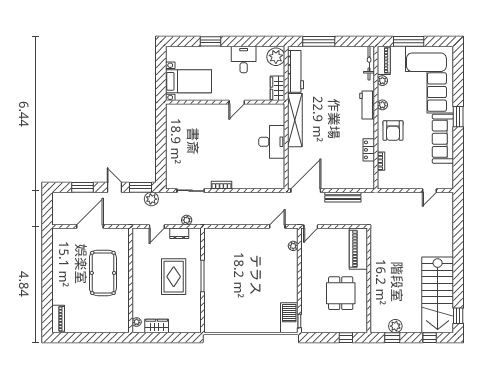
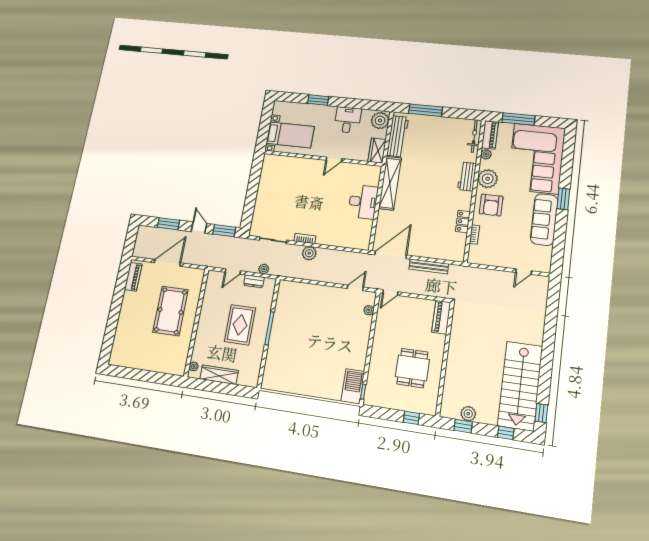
plant: (382, 105) -> (488, 179), width x1.87, depth x1.87
plant: (151, 199) -> (309, 253), moved
piano: (358, 249) -> (441, 317), width x0.73, depth x0.75
piano: (58, 319) -> (133, 277), moved
wardrobe: (157, 326) -> (219, 375), width x1.50

